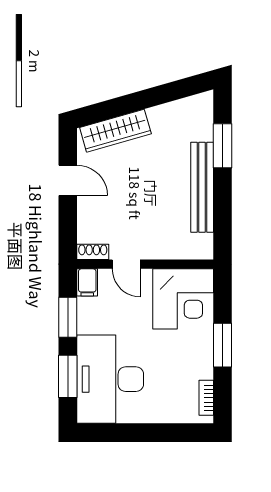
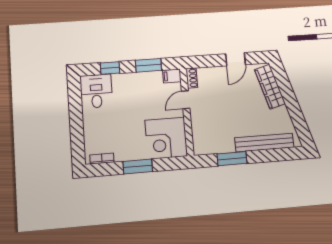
window: (222, 146) -> (232, 159), moved
bench: (202, 187) -> (264, 143), moved
window: (68, 376) -> (110, 68), width x0.67
desk: (110, 379) -> (96, 91), width x0.53, depth x0.77

